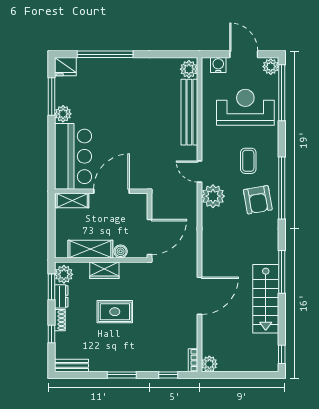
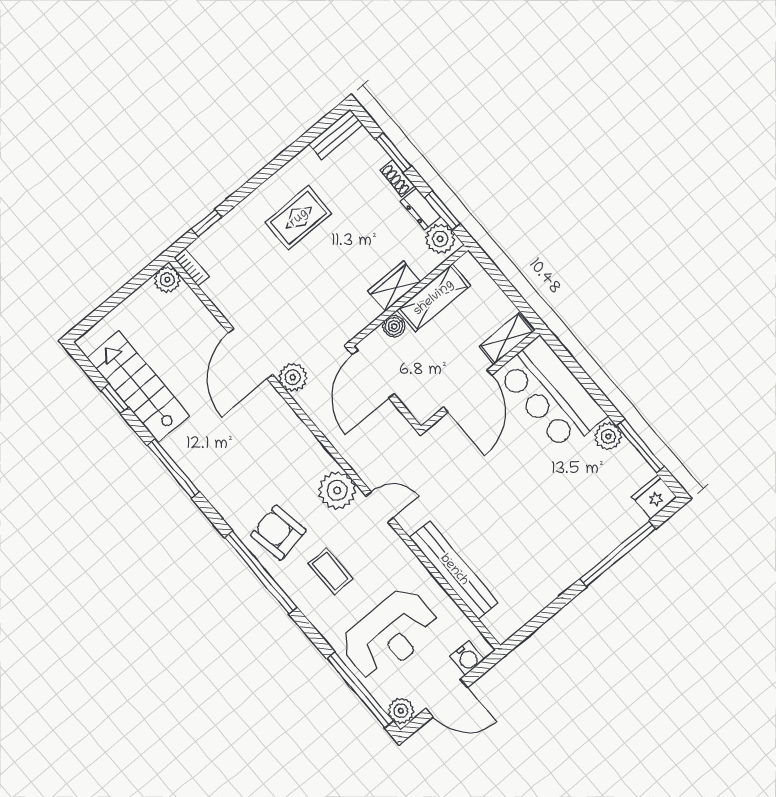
plant: (189, 69) -> (293, 377), moved
stairs: (266, 299) -> (138, 387), moved
rug: (115, 312) -> (299, 218), moved
window: (52, 334) -> (393, 153), width x1.50
window: (282, 354) -> (115, 399), moved
window: (122, 375) -> (264, 175), removed

